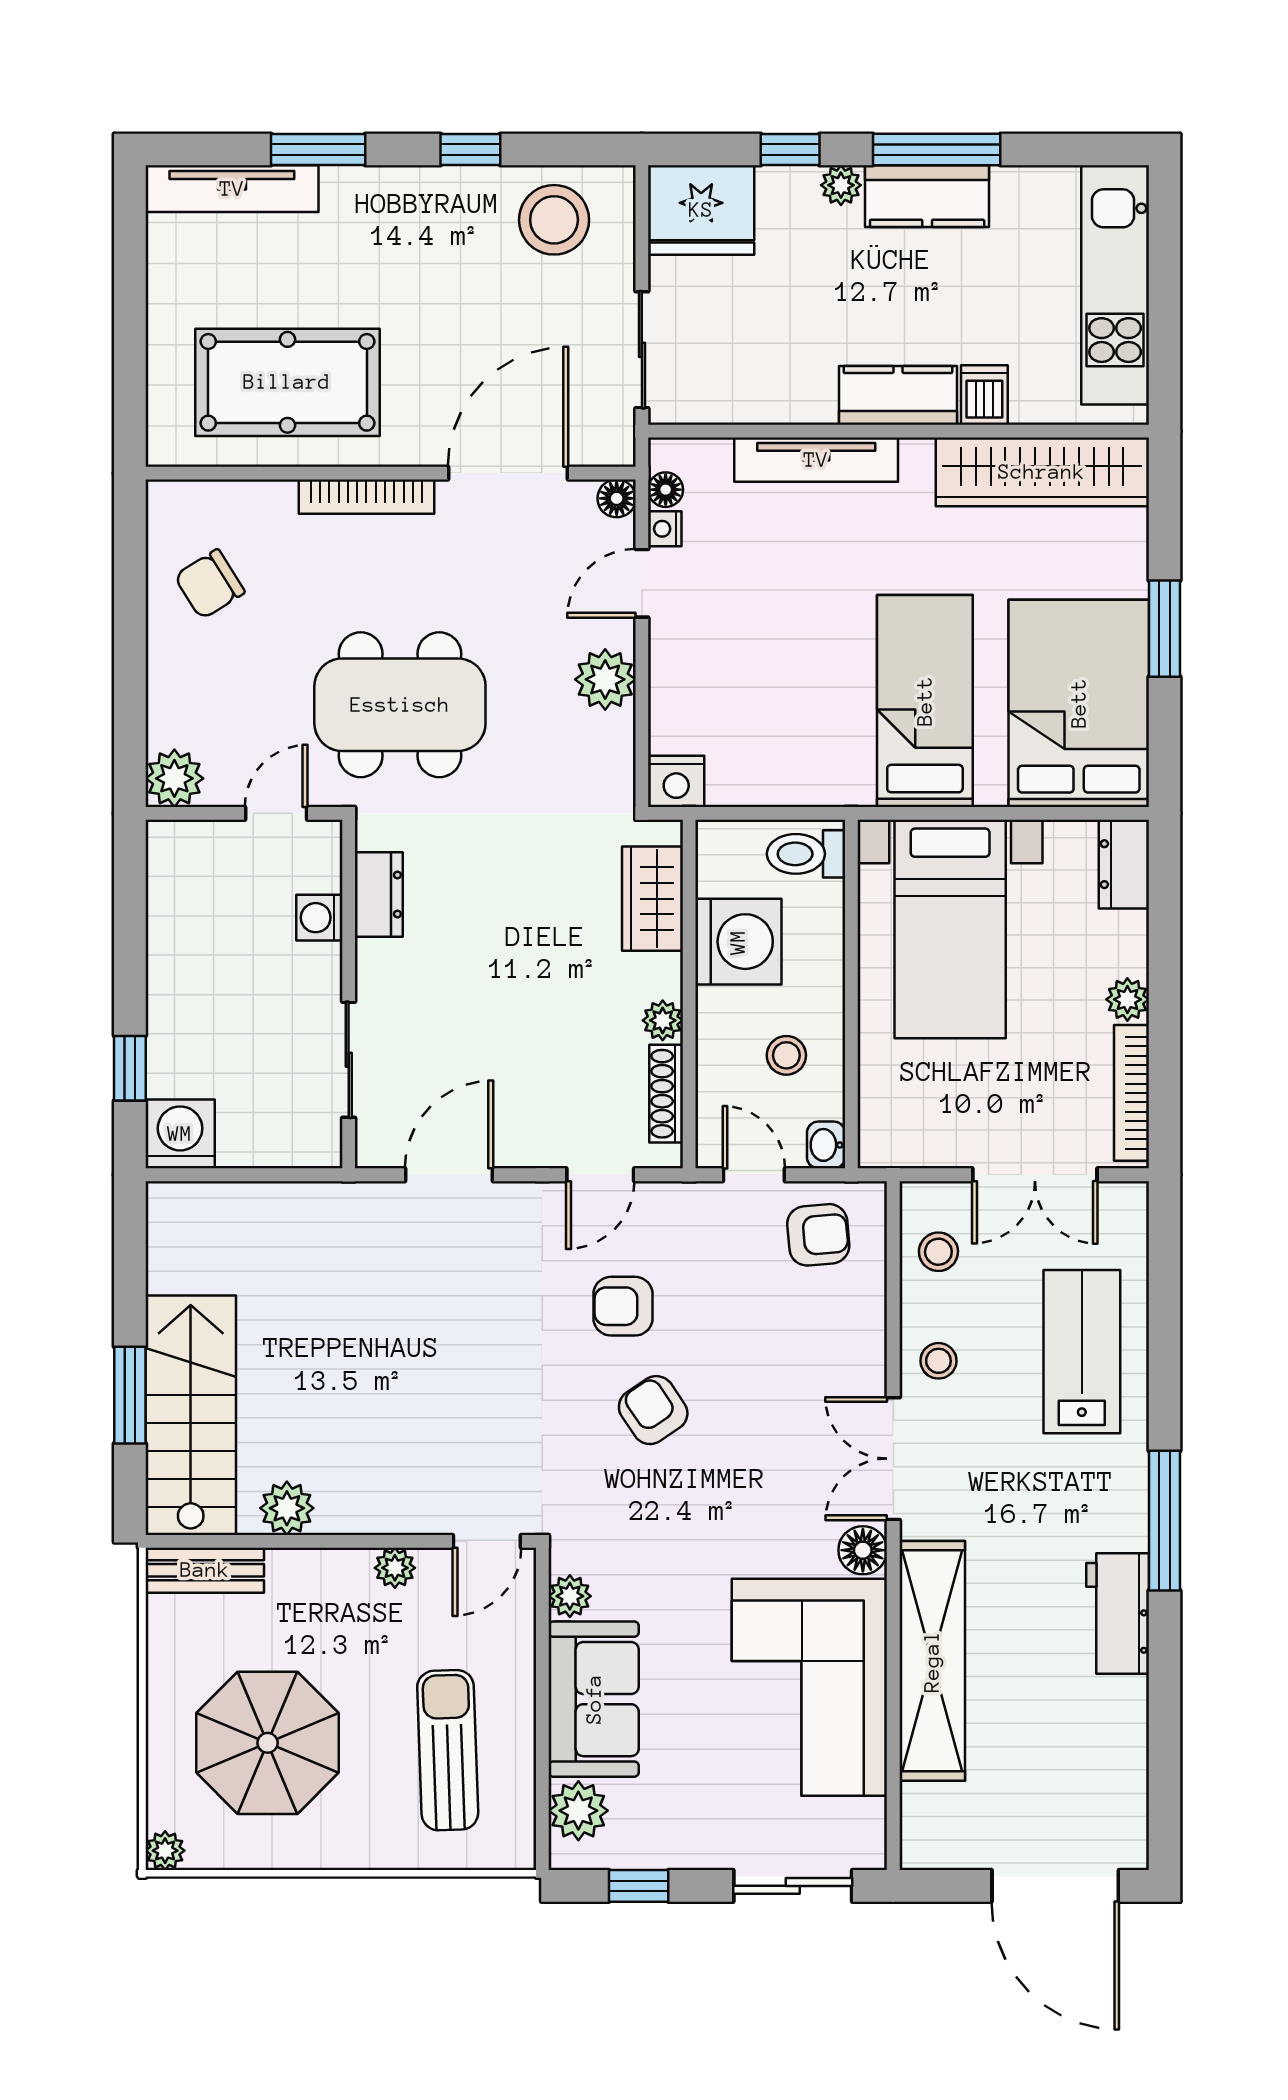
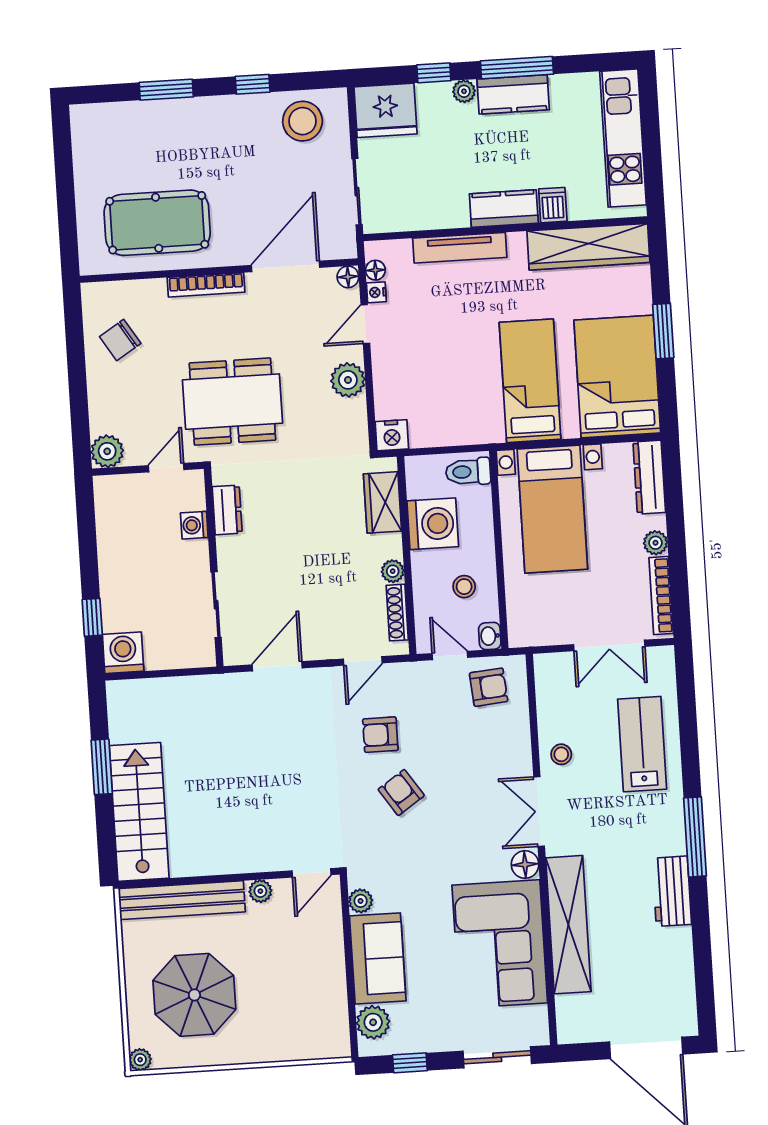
tv unit: (232, 189) -> (119, 115), removed
dresser: (1124, 864) -> (649, 477), width x1.44
stool: (938, 1252) -> (557, 693), removed
window: (130, 1395) -> (102, 767), moved
plant: (287, 1508) -> (197, 861), removed
bench: (205, 1570) -> (182, 900), width x1.86, depth x1.21
sun lounger: (448, 1750) -> (297, 993), removed

